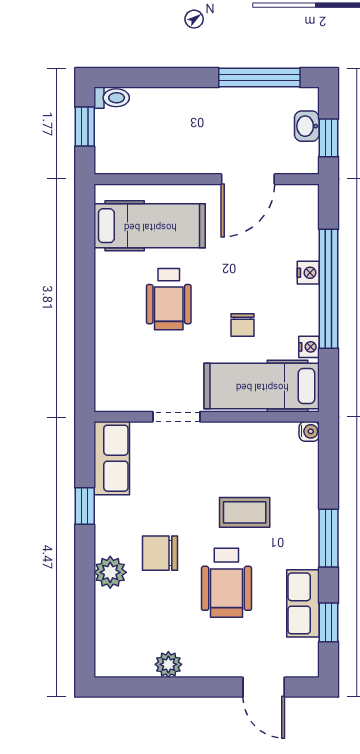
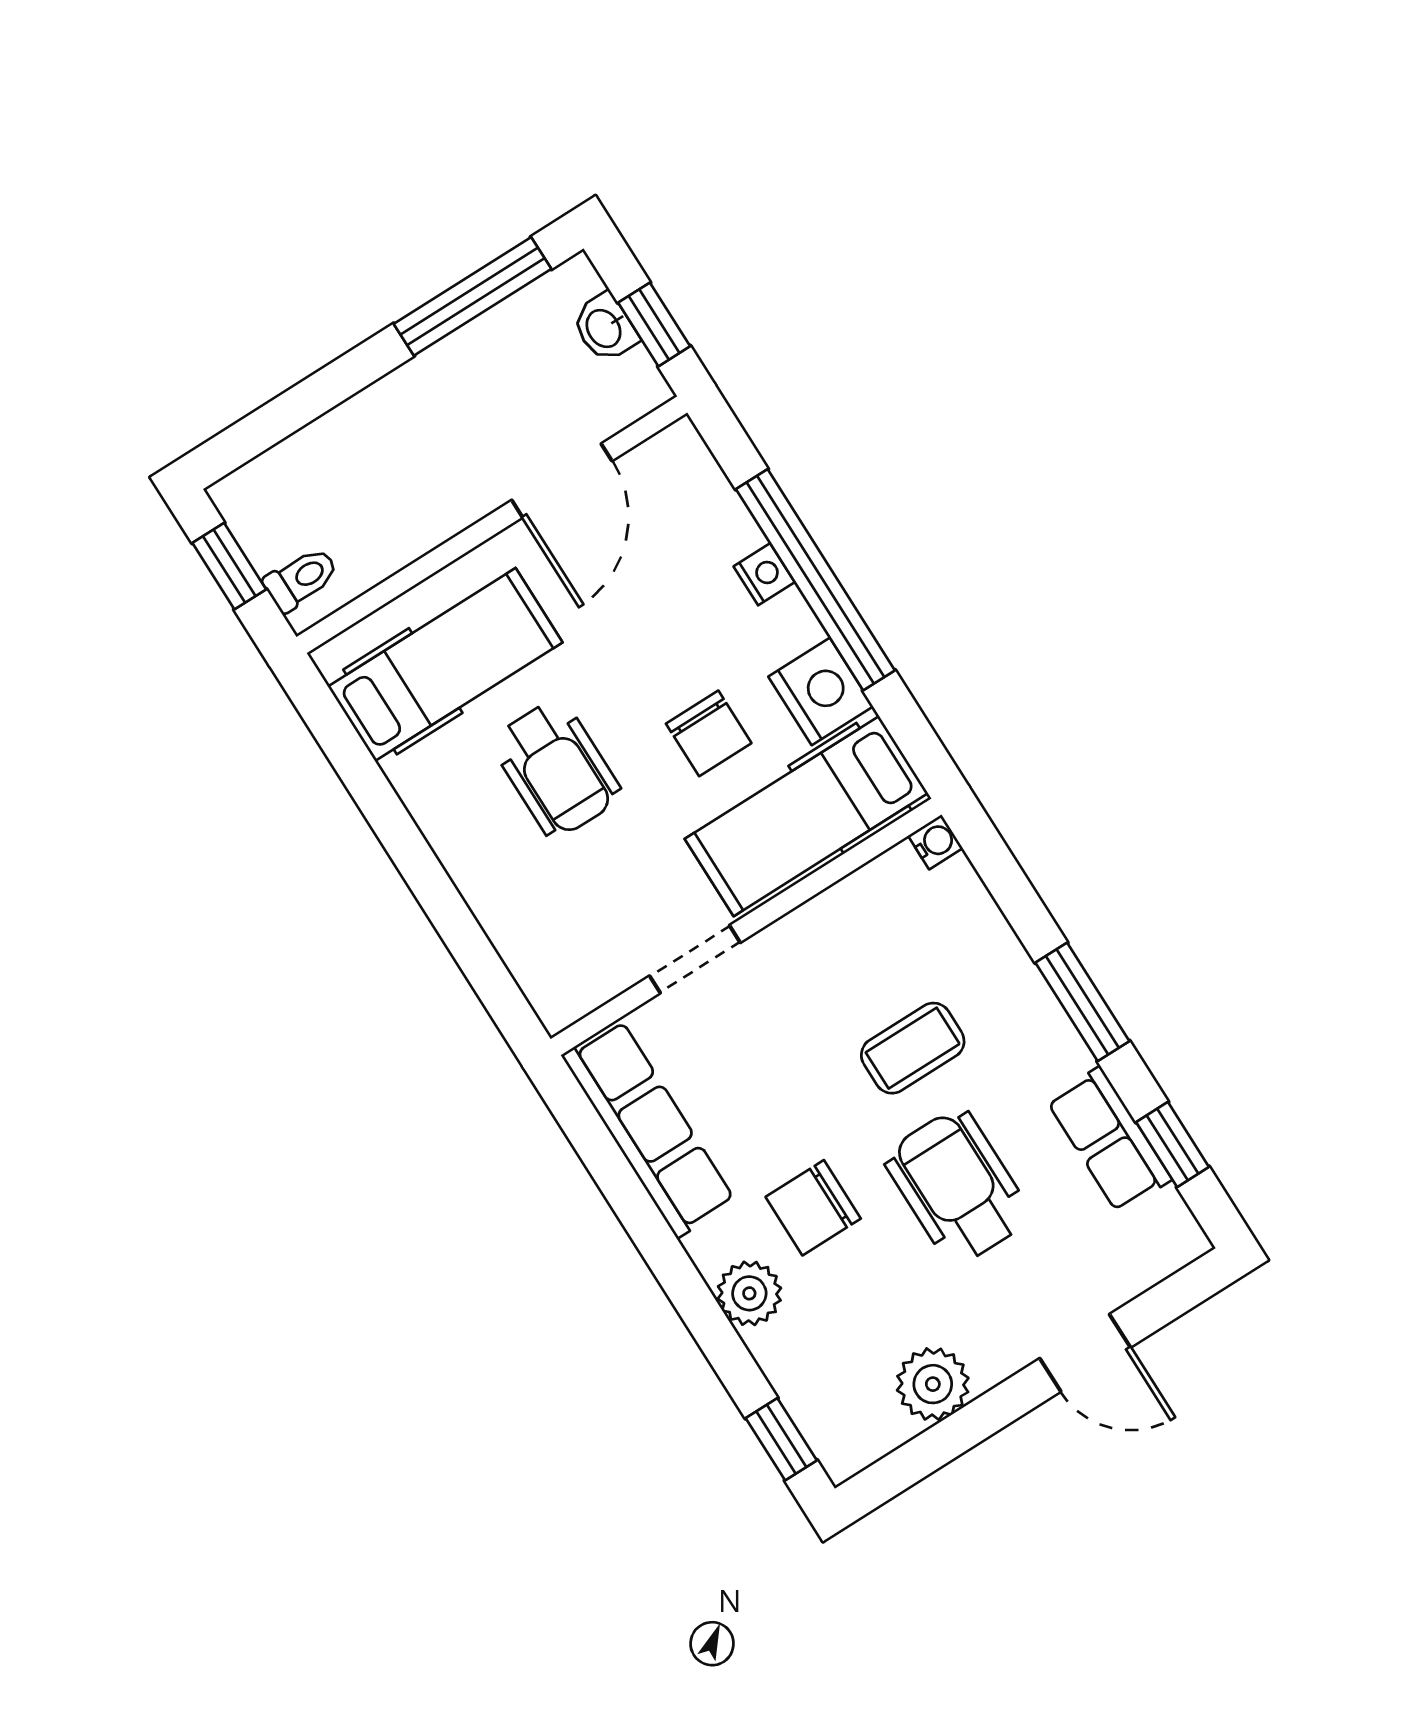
toilet: (112, 98) -> (301, 579), moved
chair: (242, 325) -> (709, 733), width x1.37, depth x1.37
nightstand: (309, 347) -> (821, 691), width x1.89, depth x1.79
row of seats: (112, 458) -> (649, 1128), width x1.48
window: (85, 506) -> (781, 1439), moved
wheelchair: (226, 583) -> (957, 1187), turned 180
plant: (168, 664) -> (933, 1384), width x1.38, depth x1.38
door: (264, 687) -> (1085, 1353), moved

